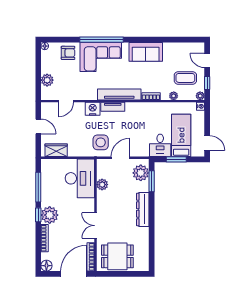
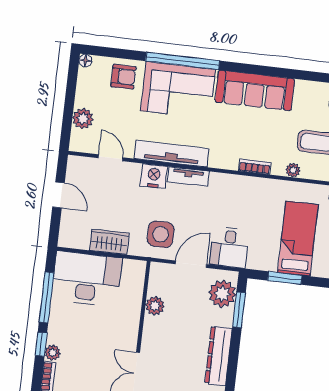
sofa: (146, 52) -> (255, 90), width x1.36
tv unit: (119, 94) -> (172, 154), moved
door: (66, 101) -> (111, 158), swing flipped
desk: (160, 145) -> (229, 247), moved
wardrobe: (56, 150) -> (109, 242), moved
desk: (80, 178) -> (87, 279), moved, turned -90
plant: (50, 215) -> (53, 353), width x0.53, depth x0.53

